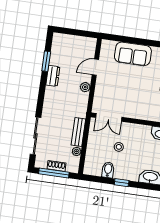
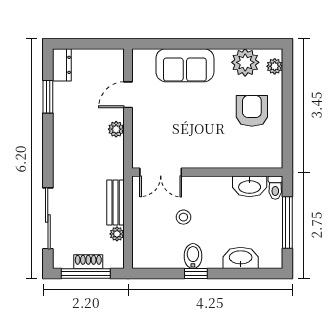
dresser: (53, 76) -> (62, 65), moved
bidet: (108, 170) -> (193, 256), moved

